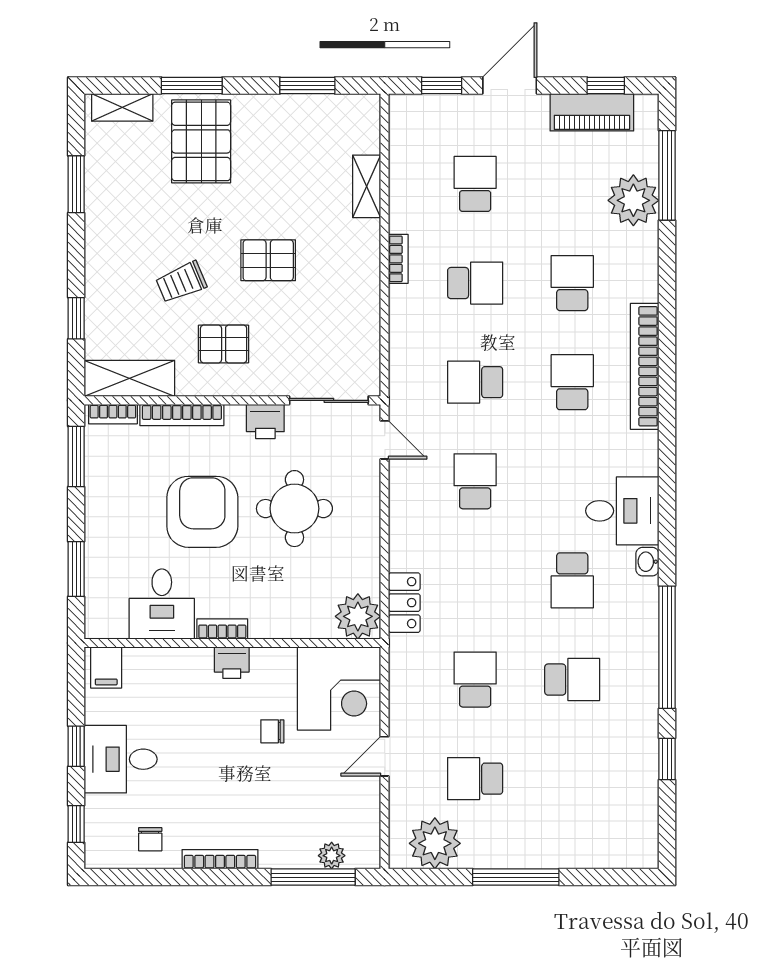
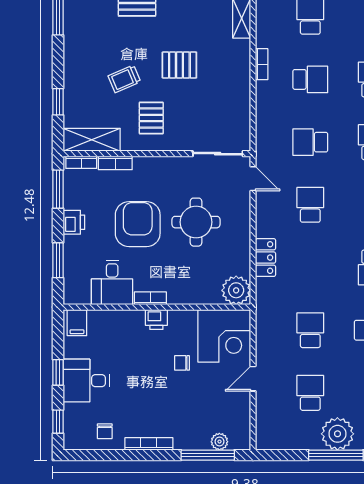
pallet: (224, 344) -> (151, 118), turned 90
bookcase: (182, 415) -> (115, 163), width x0.64
printer: (265, 421) -> (74, 222), moved, turned -90
locker: (404, 603) -> (265, 258), moved
school desk: (475, 779) -> (310, 393), turned 90
plant: (435, 843) -> (337, 434), moved

